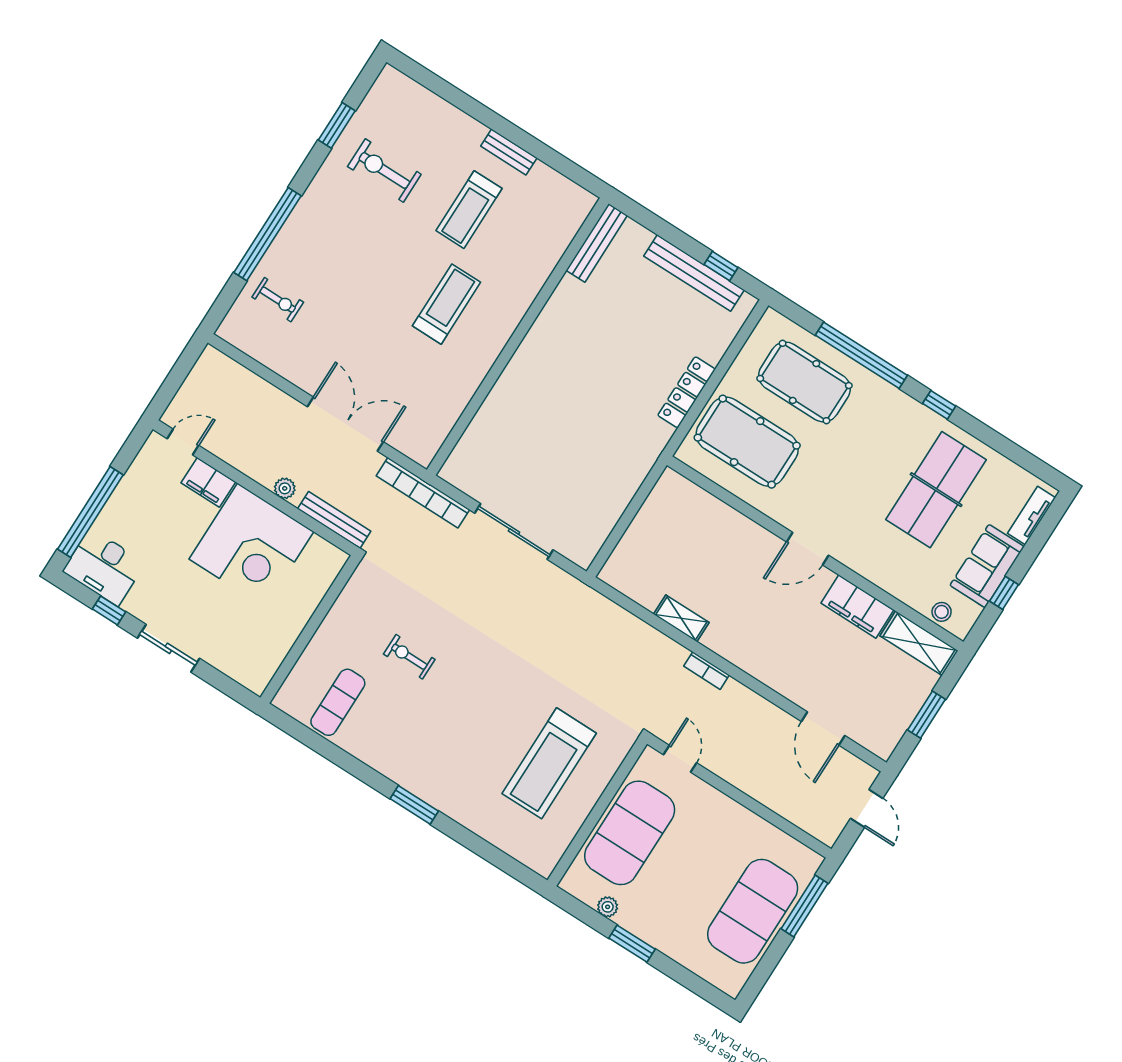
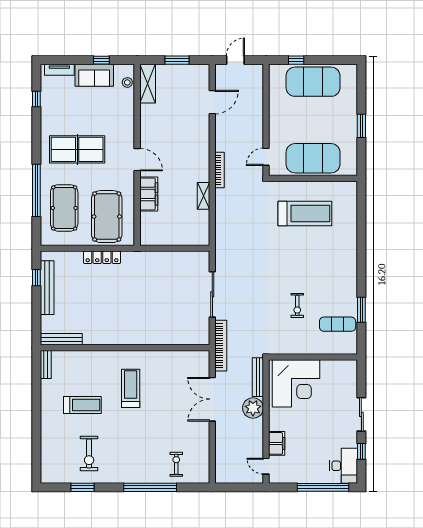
bench: (509, 152) -> (46, 364), moved
treadmill: (447, 304) -> (131, 388), turned 90
window: (939, 405) -> (36, 99), moved
plant: (285, 488) -> (253, 408), width x1.88, depth x1.88
table tennis table: (936, 490) -> (77, 149), moved
corner desk: (251, 545) -> (296, 383), moved, turned 90
filing cabinet: (857, 606) -> (149, 194), moved
bookcase: (706, 671) -> (220, 170), width x1.56
window: (414, 805) -> (361, 310), moved
window: (805, 906) -> (296, 60), width x0.46
plant: (608, 907) -> (352, 147), removed

